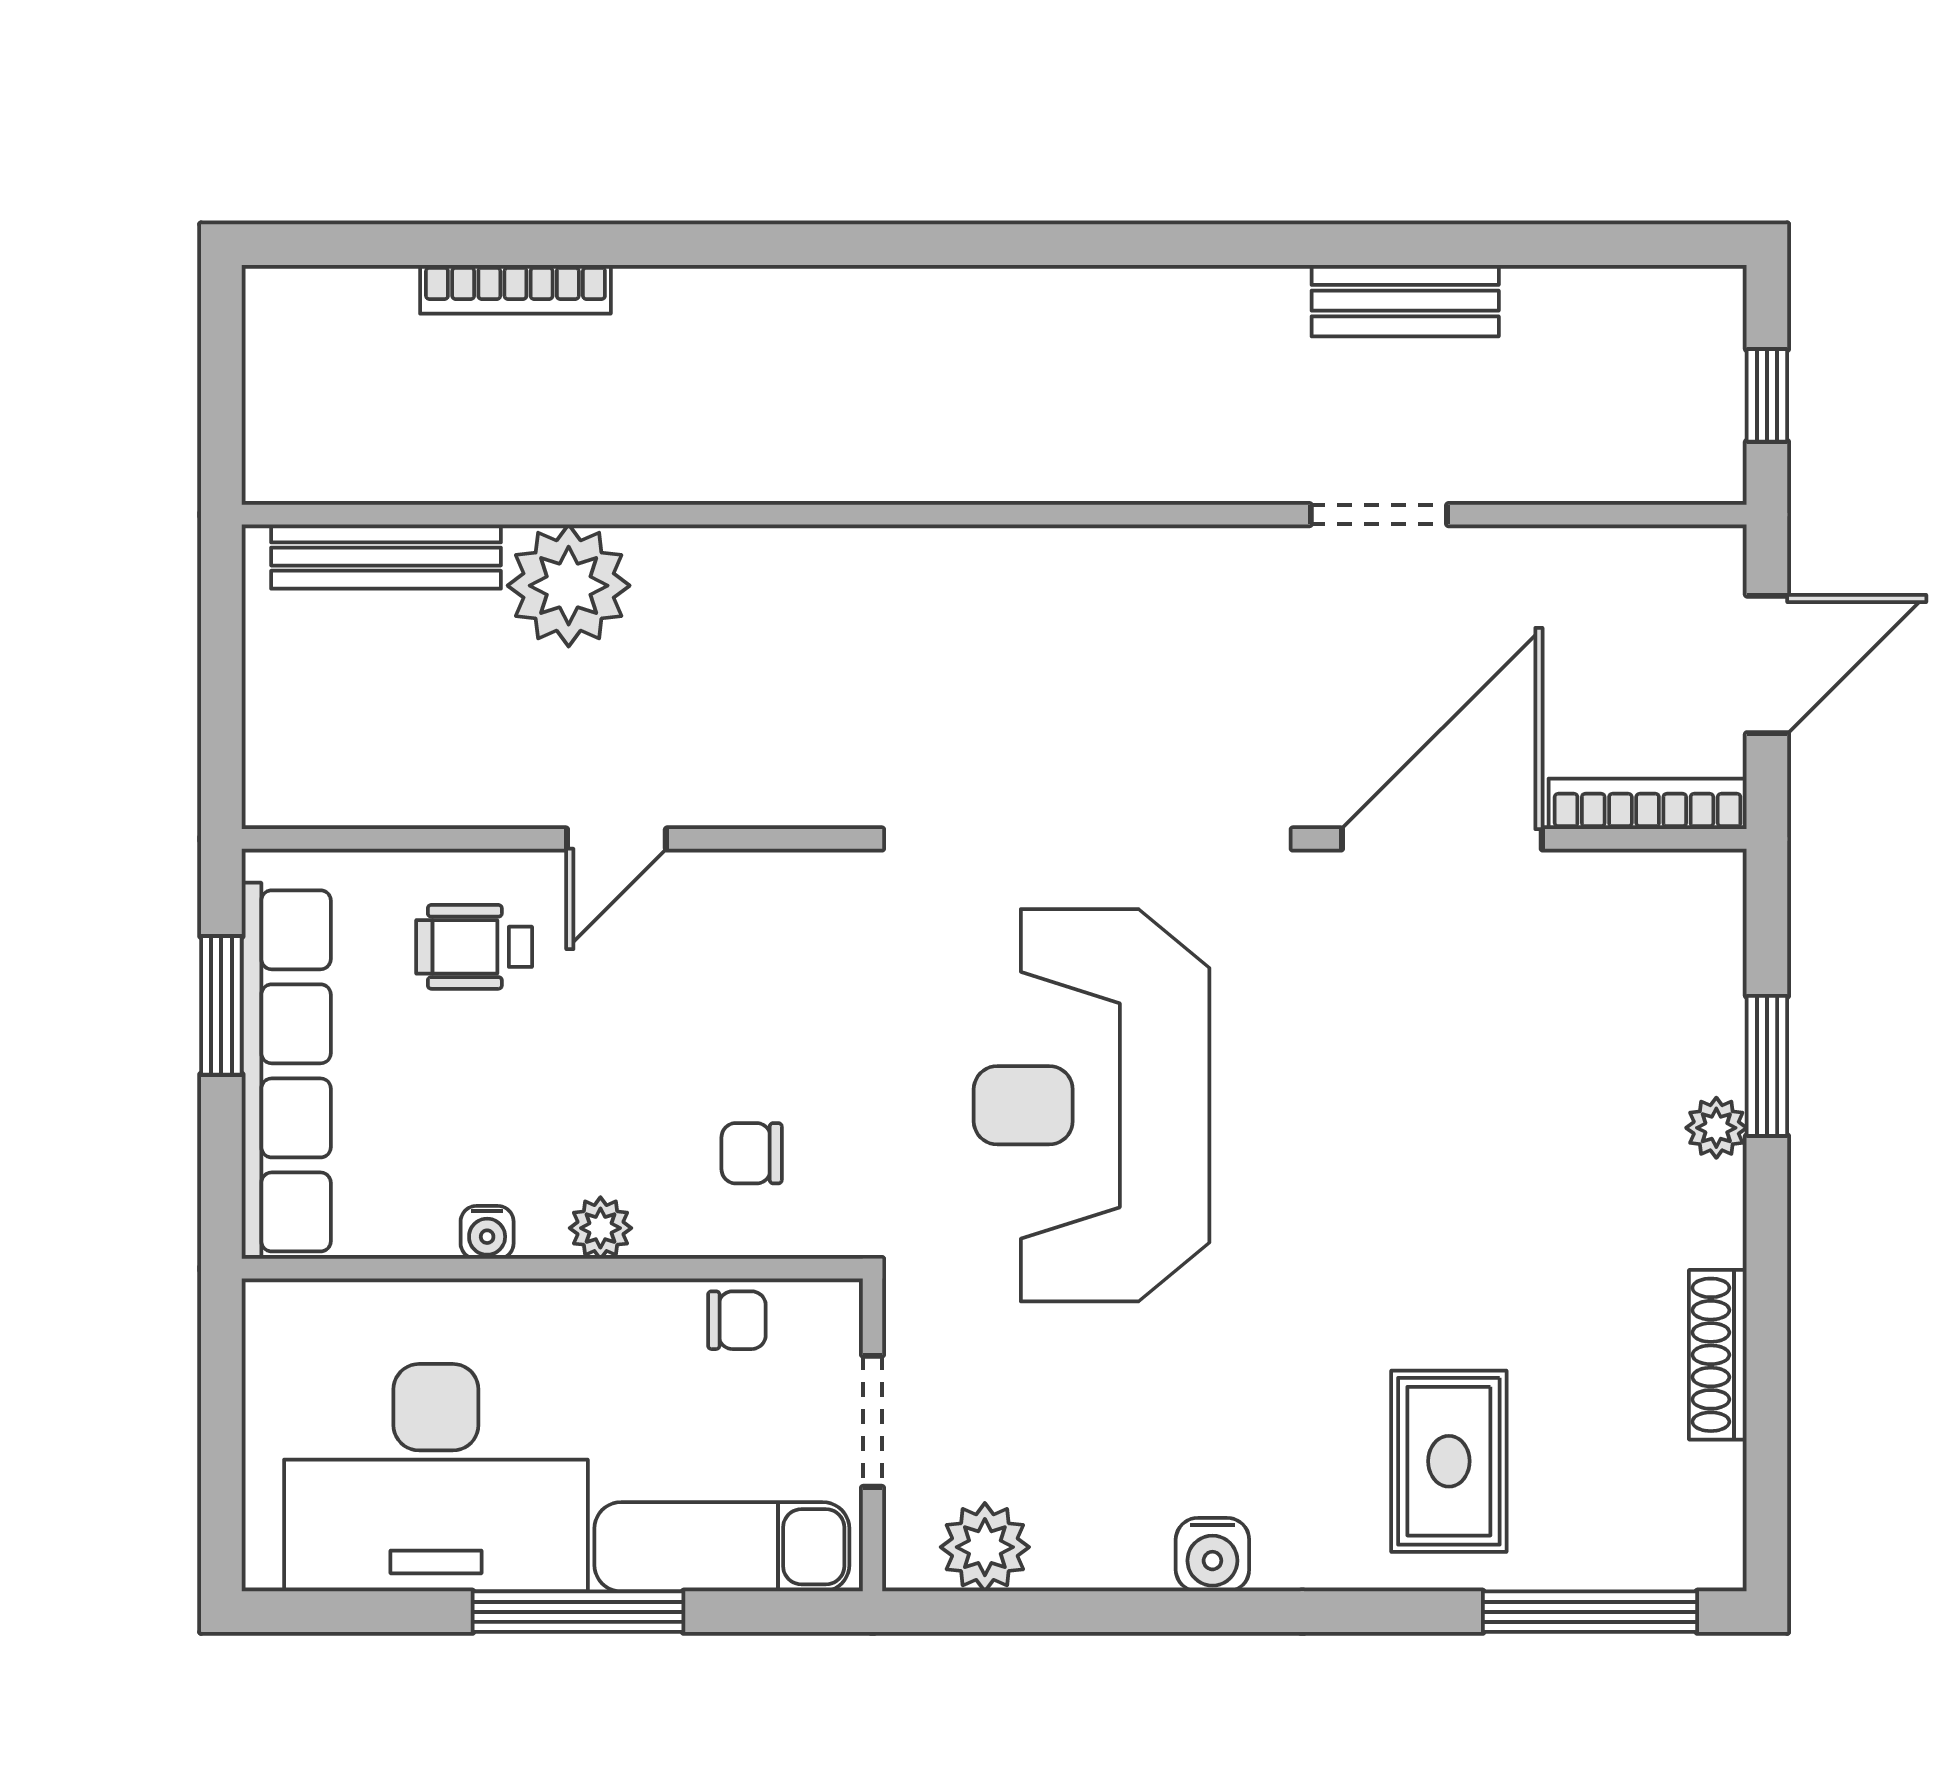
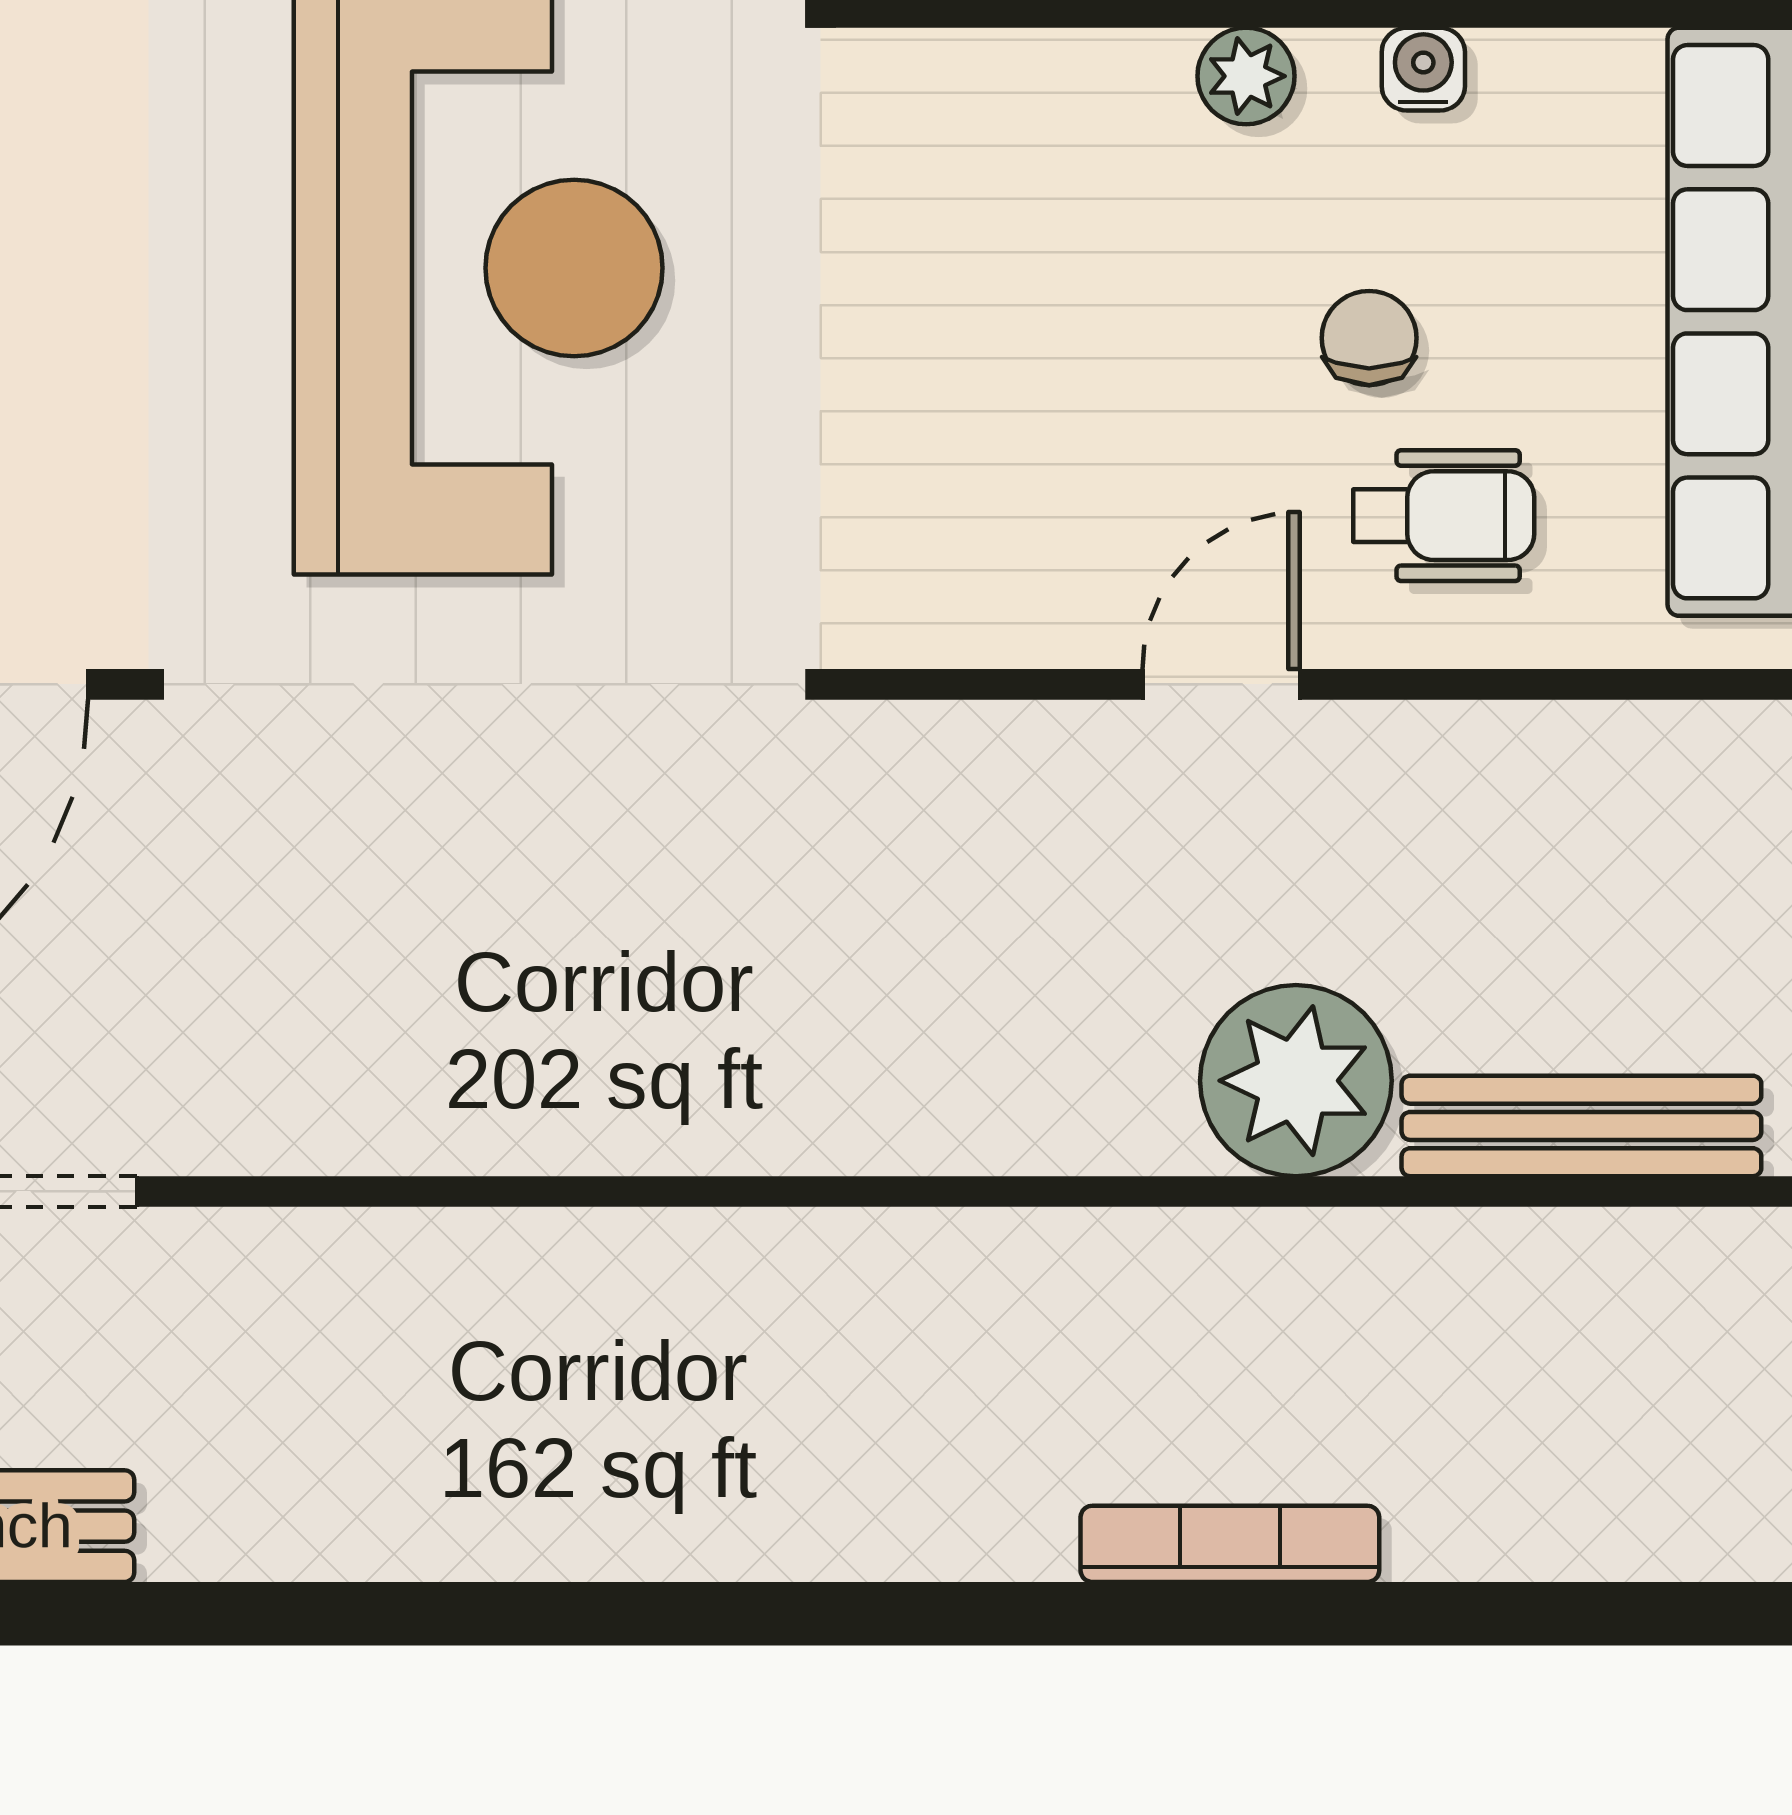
bookcase: (515, 289) -> (1230, 1544), moved
chair: (752, 1153) -> (1369, 338), moved, turned -90

